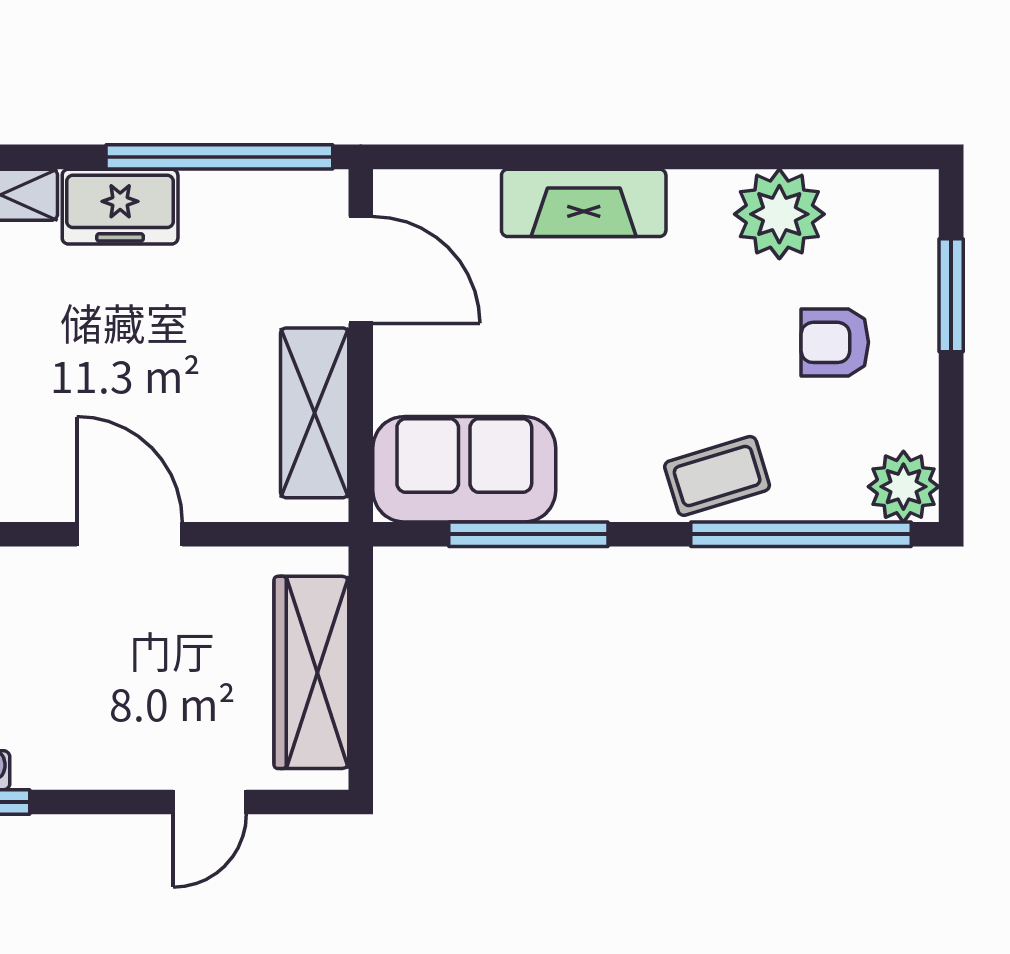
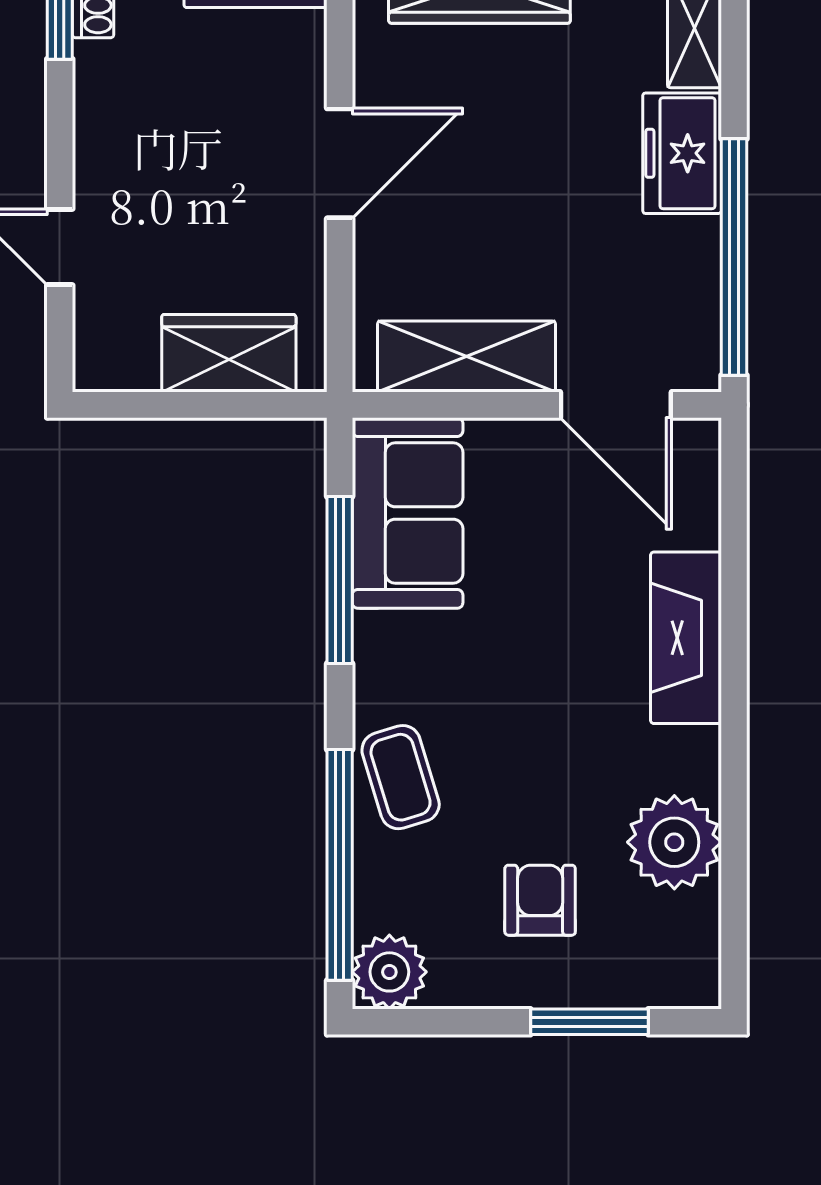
door: (361, 270) -> (616, 405), hinge flipped
wardrobe: (311, 672) -> (229, 353), width x0.67

